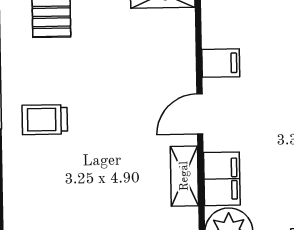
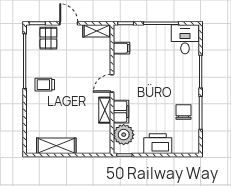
filing cabinet: (221, 63) -> (121, 48), moved

